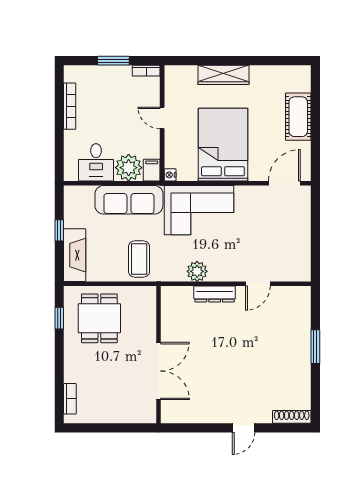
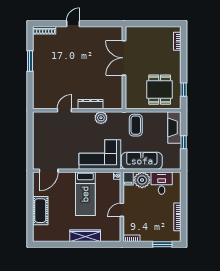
window: (113, 61) -> (162, 244), moved
door: (162, 118) -> (122, 210), swing flipped
bed: (223, 145) -> (85, 194), width x0.67
window: (315, 347) -> (30, 61), moved

